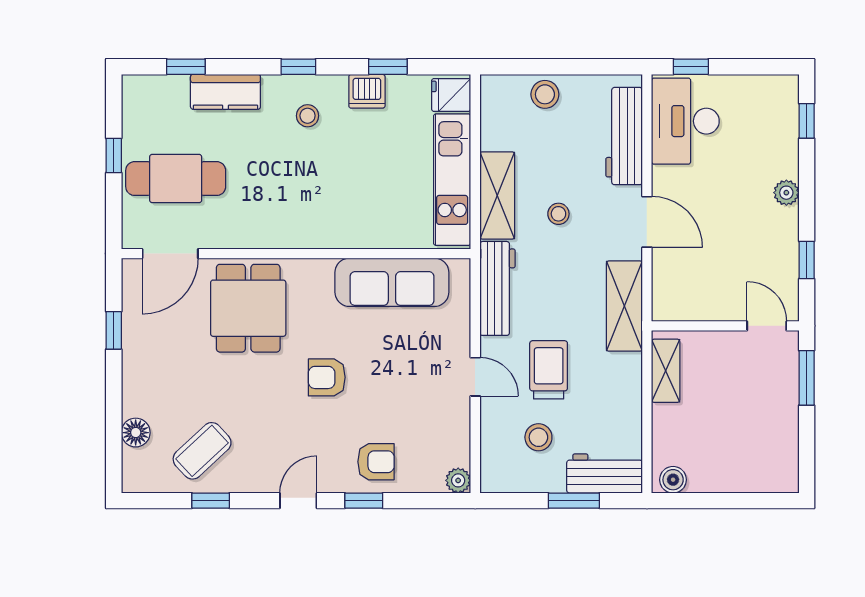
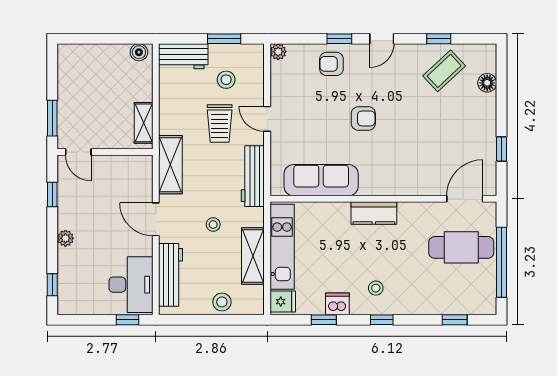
kitchen counter: (225, 92) -> (374, 213), moved, turned 180
window: (114, 155) -> (501, 262), width x3.17
shelving: (497, 195) -> (253, 256), moved
dining table: (248, 308) -> (414, 163), removed
window: (574, 501) -> (224, 39), moved

